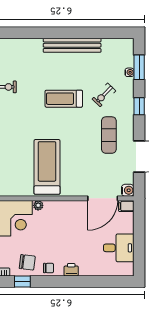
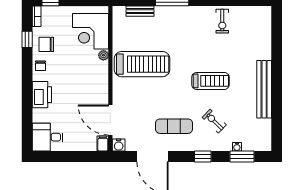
treadmill: (64, 99) -> (211, 81), turned 90
desk: (119, 248) -> (48, 137), moved, turned 90
chair: (27, 262) -> (46, 44), turned 83
printer: (71, 270) -> (42, 95), width x1.87, depth x1.48

